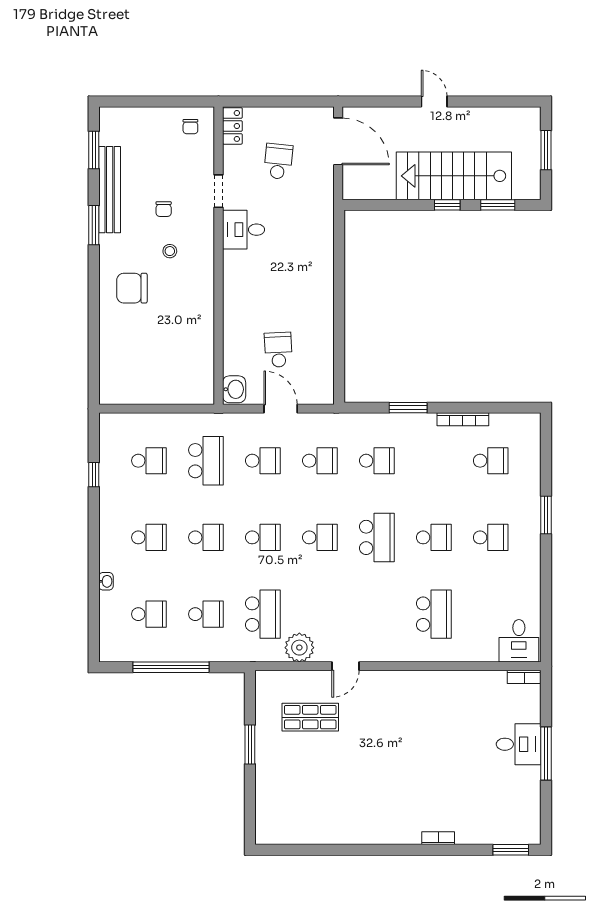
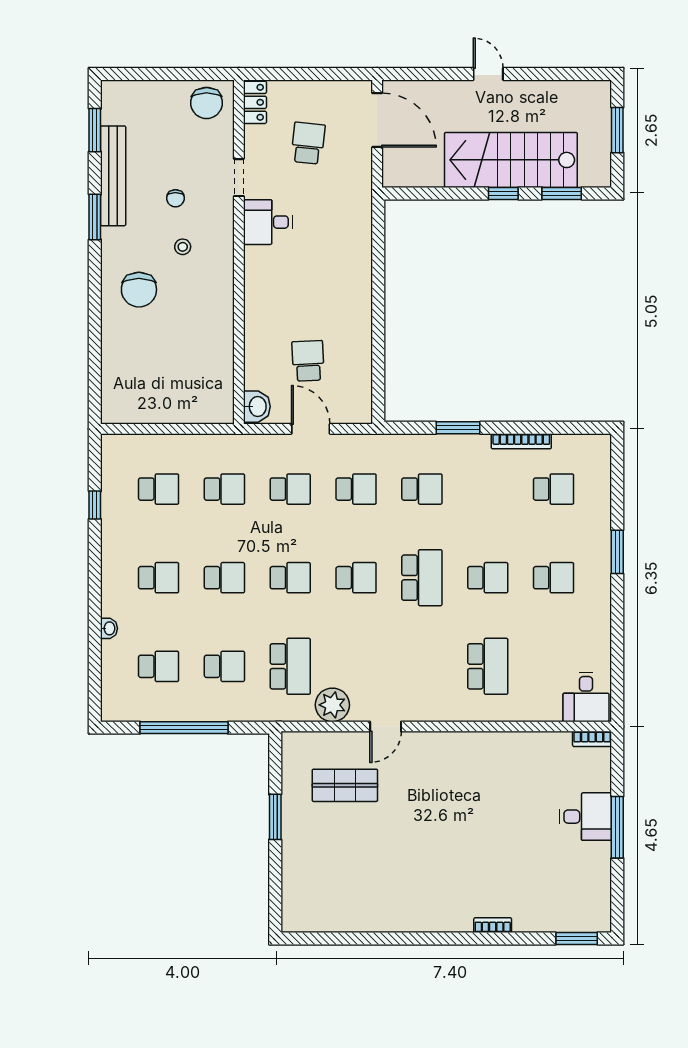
chair: (190, 127) -> (207, 103), width x1.87, depth x1.87
chair: (132, 288) -> (139, 290), turned -90
school desk: (206, 461) -> (224, 489), width x0.54

